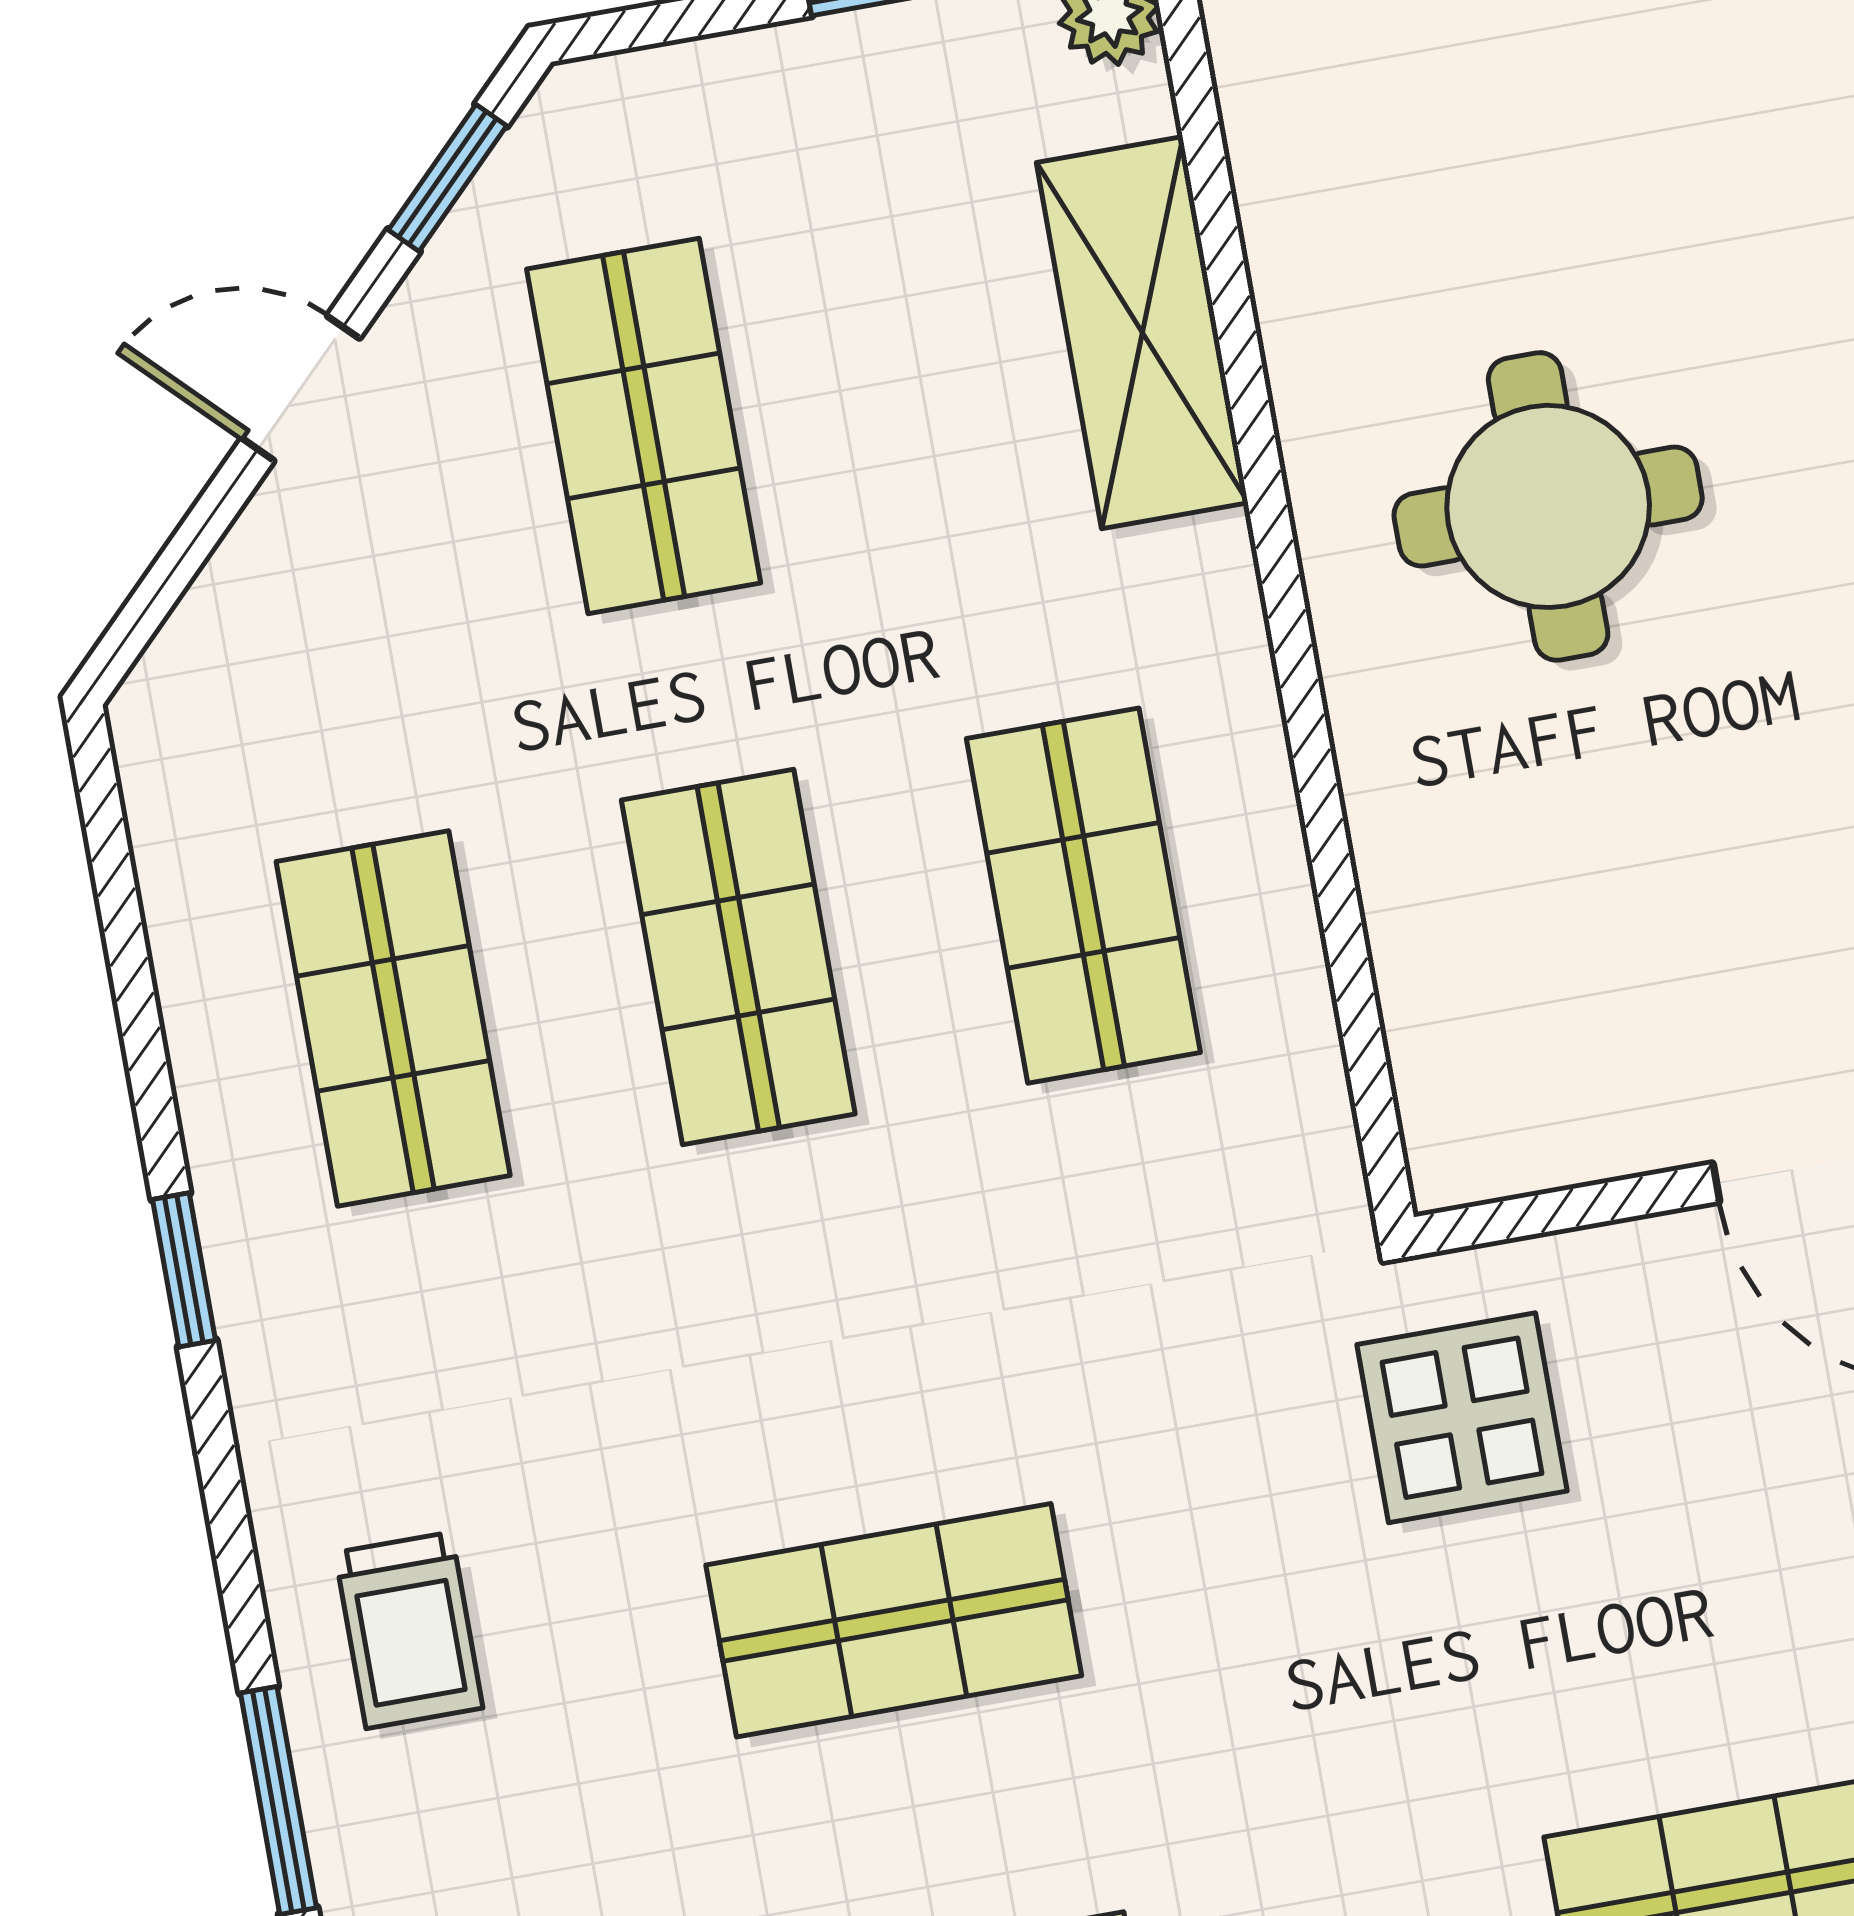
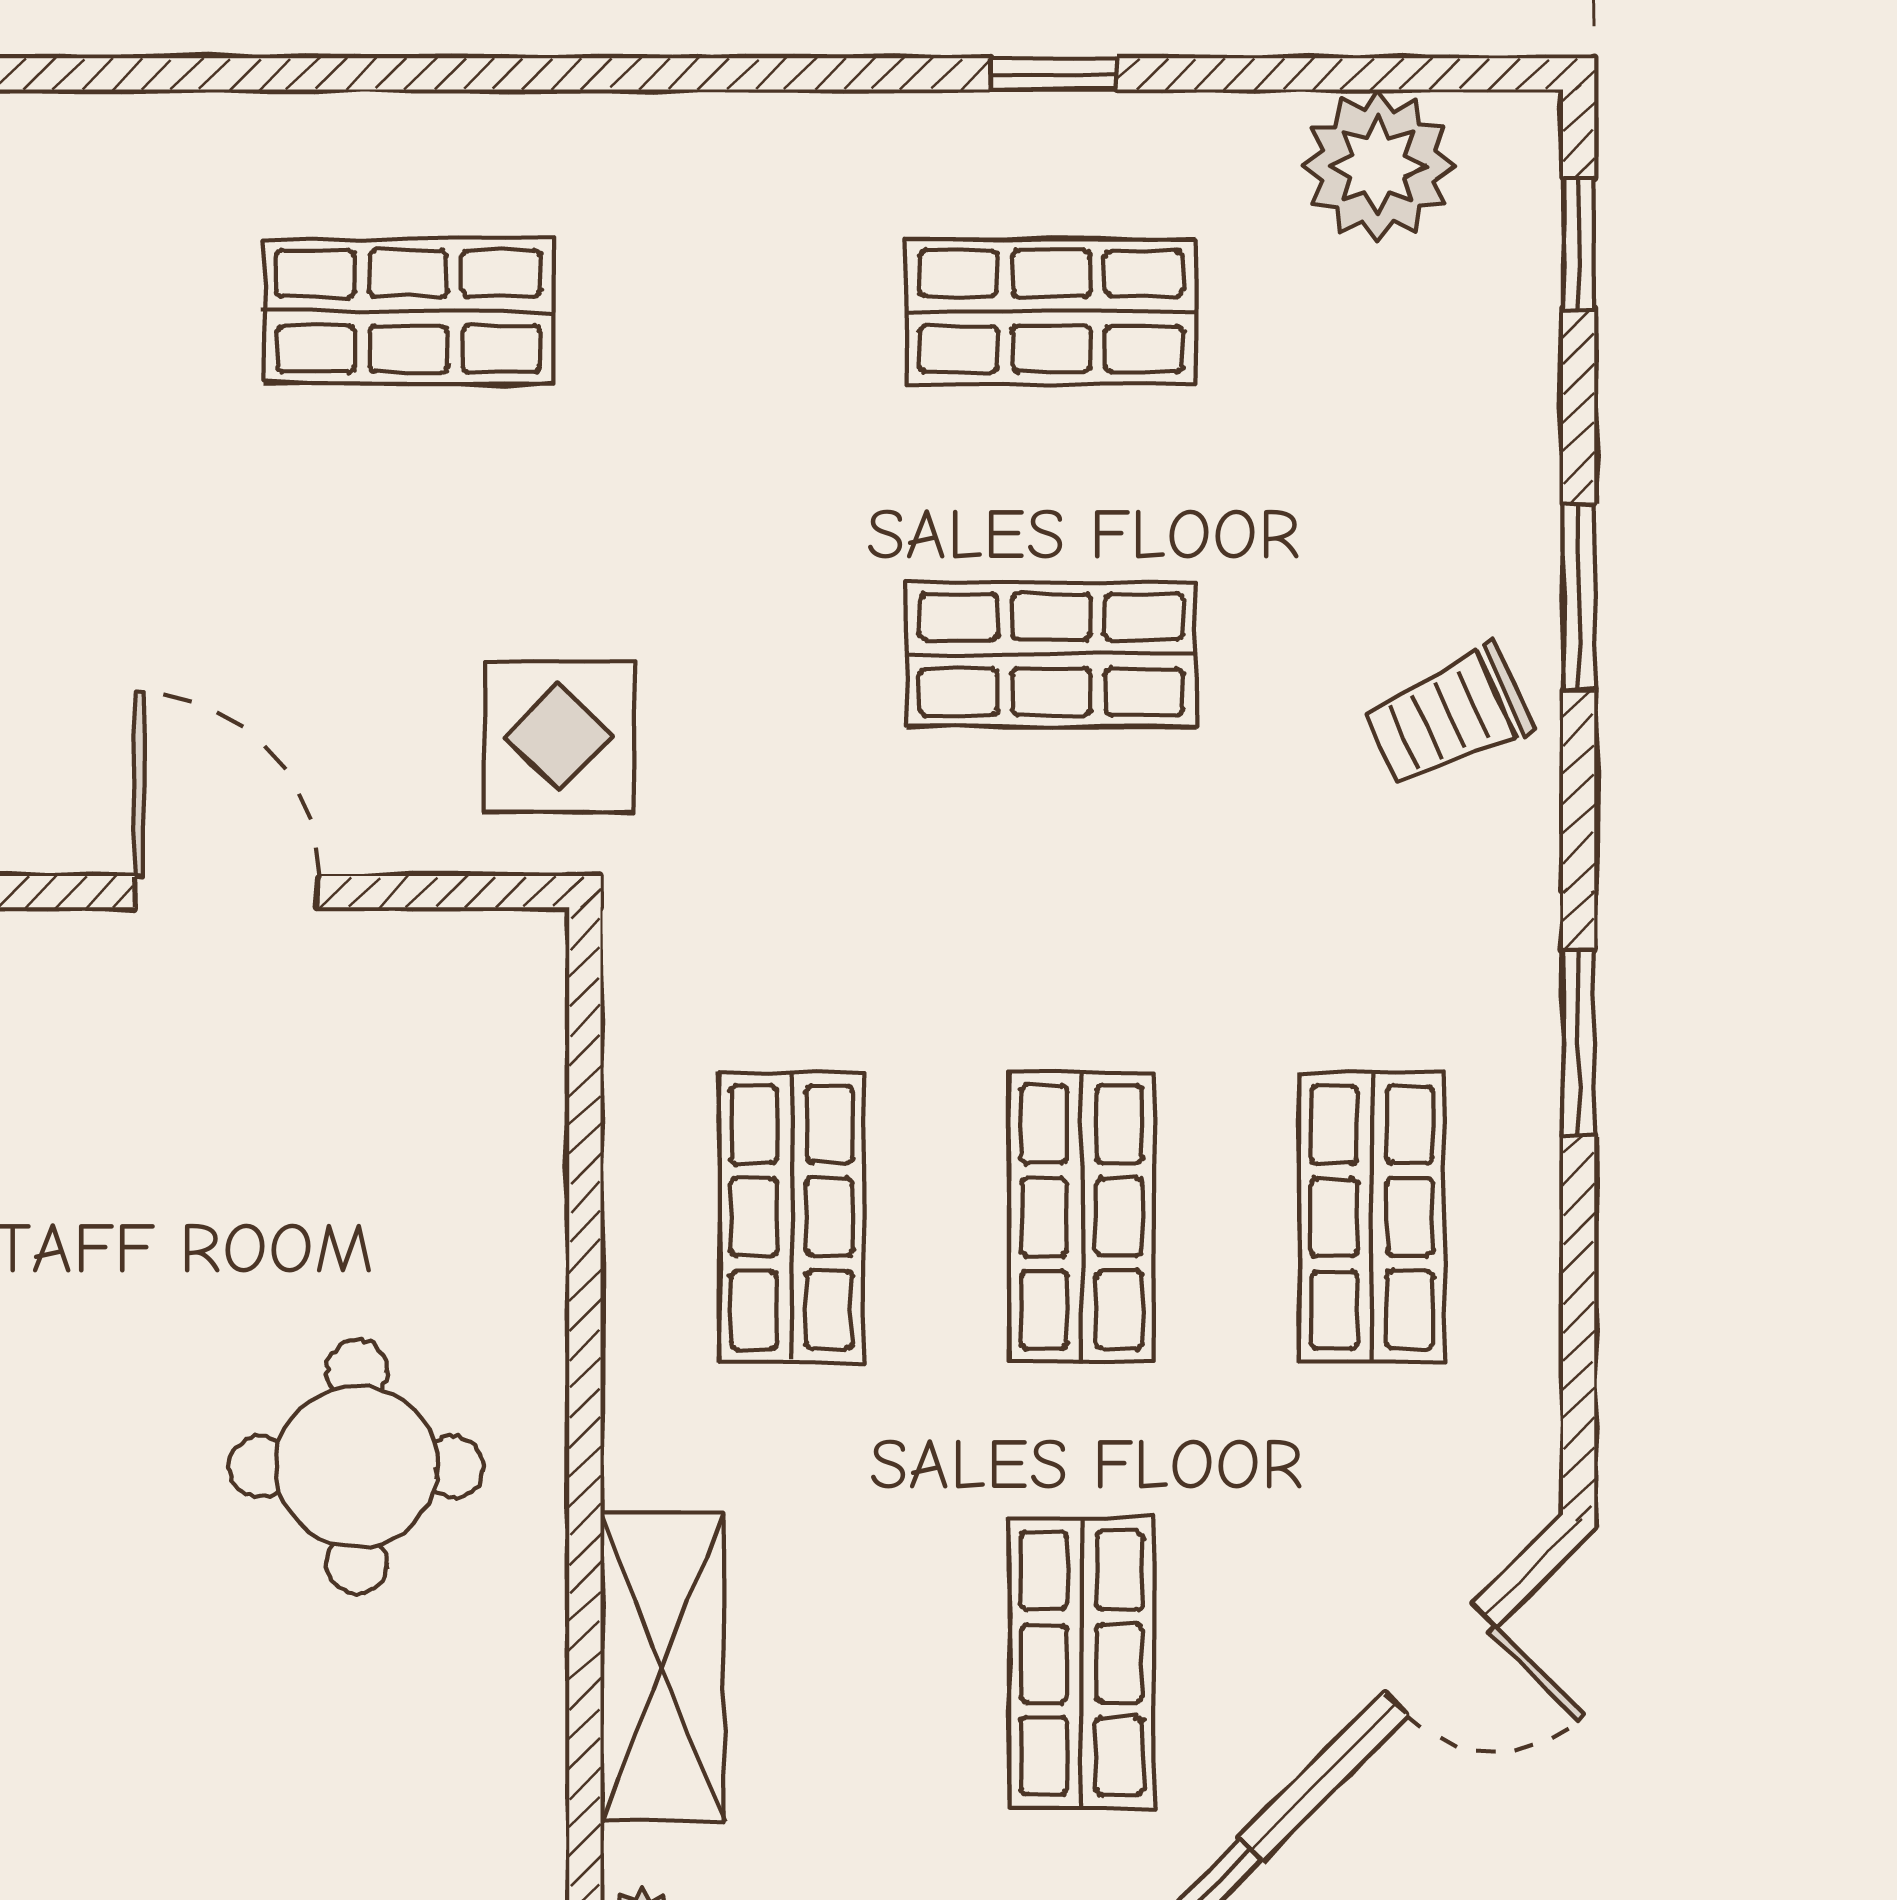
door: (301, 388) -> (1440, 1659), moved
window: (184, 1270) -> (1579, 1043), width x1.50
trolley: (409, 1630) -> (1448, 716), turned -115

